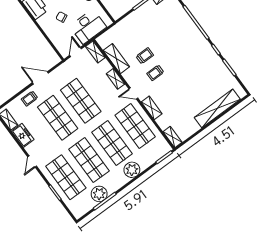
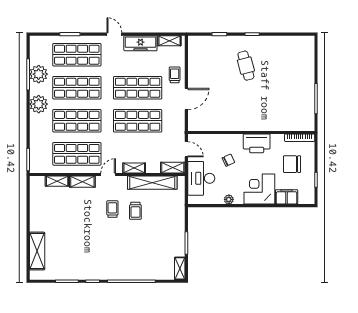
shelving: (116, 59) -> (152, 183), width x1.47
shelving: (217, 108) -> (37, 251), width x0.68
freezer: (23, 135) -> (140, 43), width x1.40
shelving: (173, 137) -> (57, 181), moved
plant: (132, 170) -> (39, 104), moved

